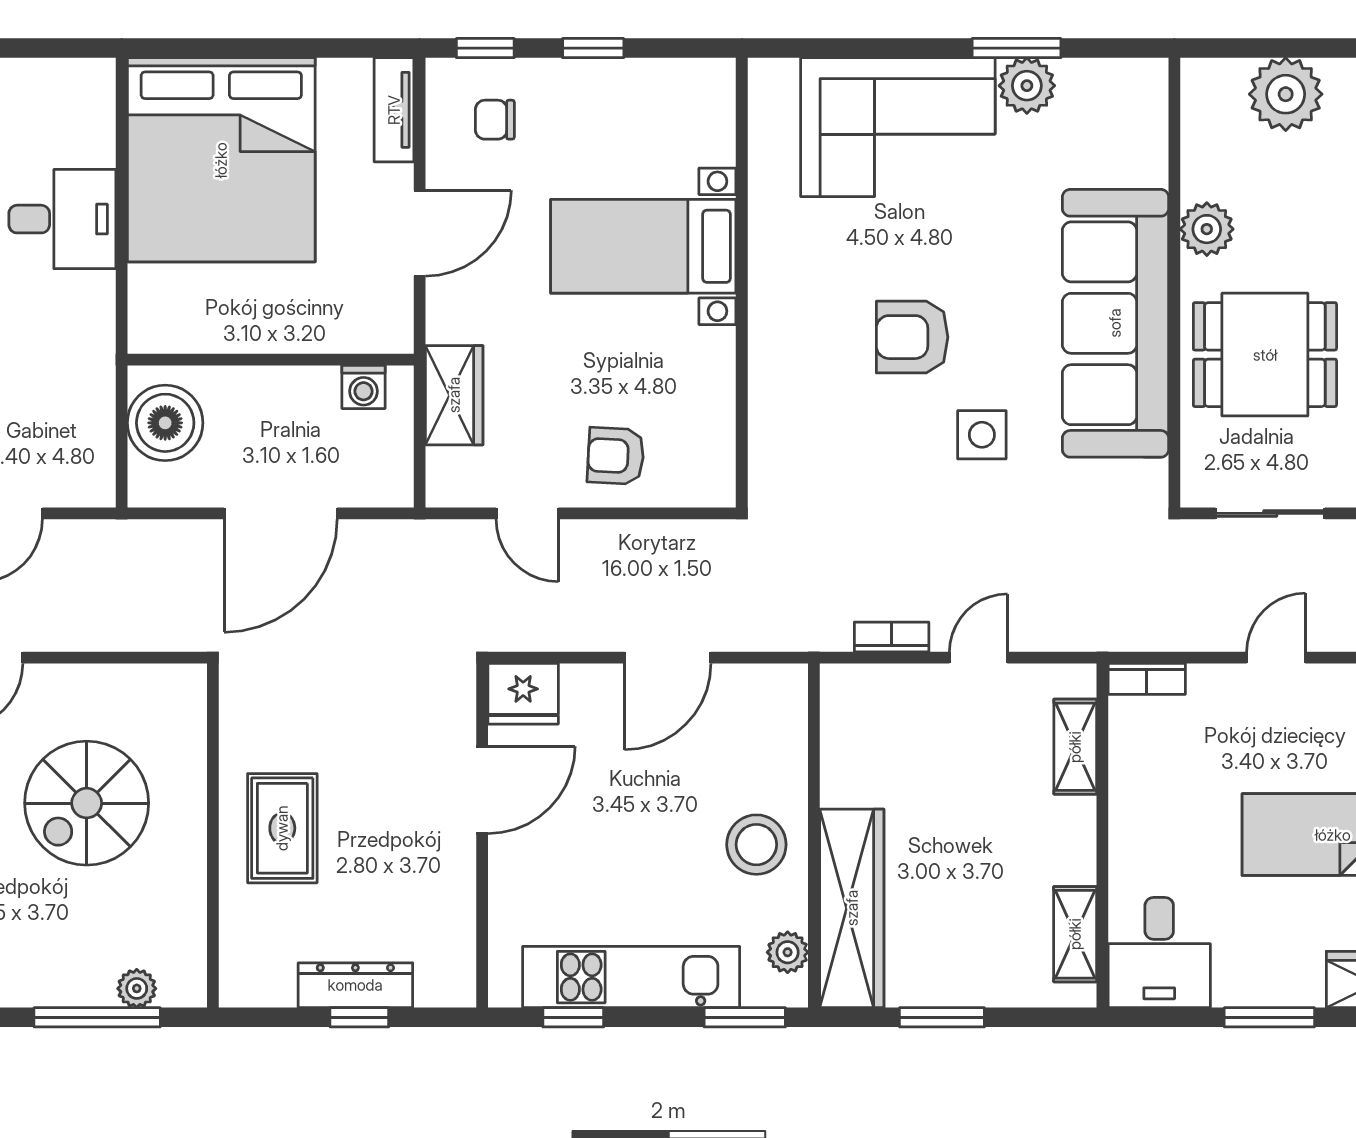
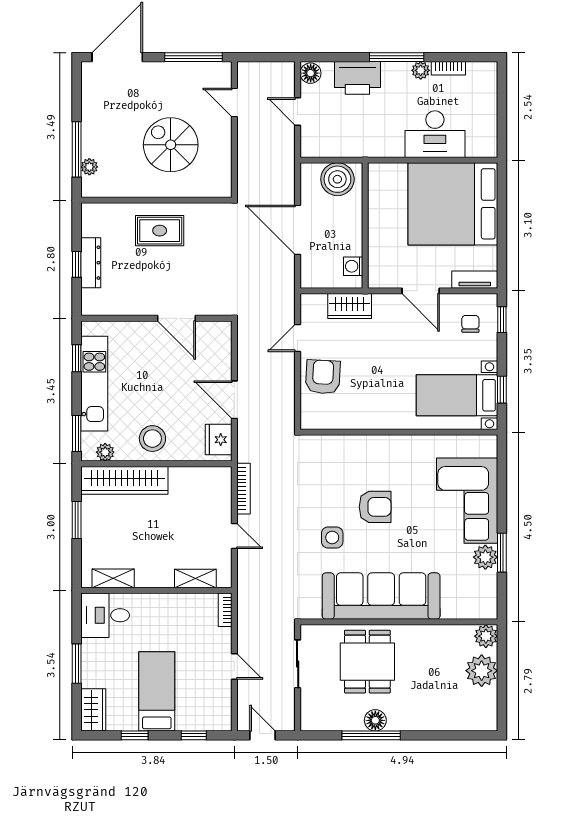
window: (593, 48) -> (502, 390), moved
desk: (62, 219) -> (435, 134), width x1.37
plant: (1207, 229) -> (486, 636), moved
bed with nightstands: (643, 246) -> (457, 395), moved, turned -90
armchair: (912, 337) -> (375, 507), turned 90
armchair: (616, 456) -> (323, 377), width x1.38, depth x1.38
bookcase: (892, 637) -> (243, 489), width x1.56
fridge: (523, 694) -> (219, 440), moved

